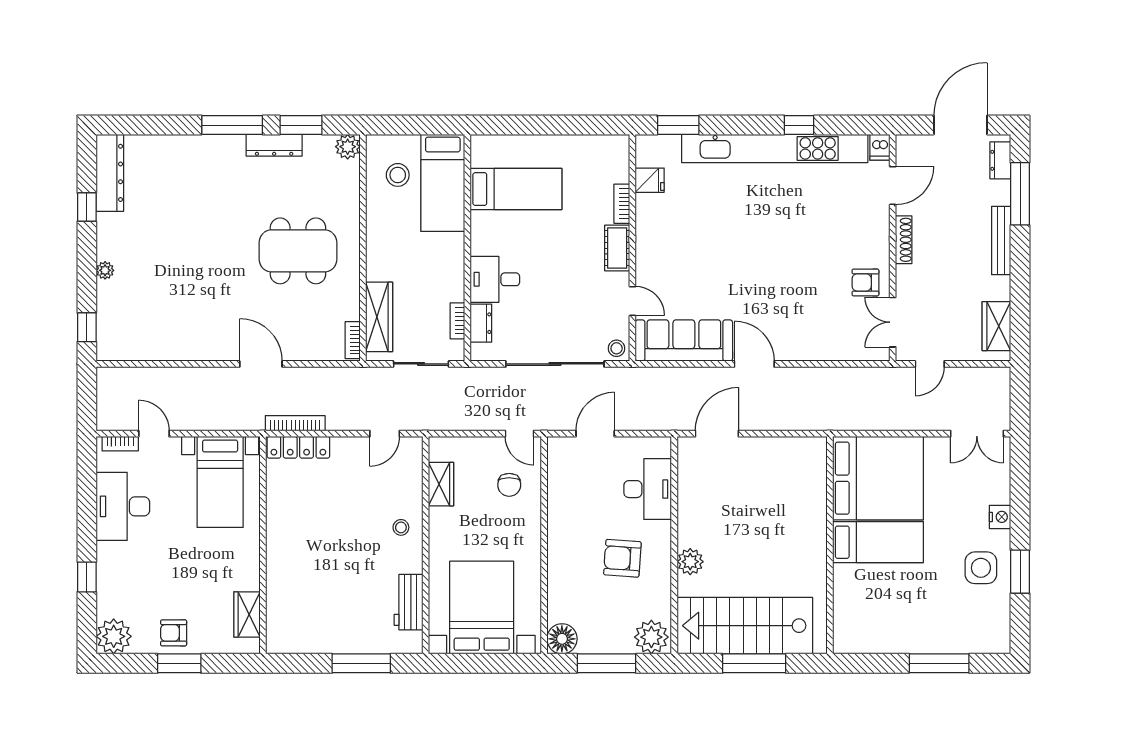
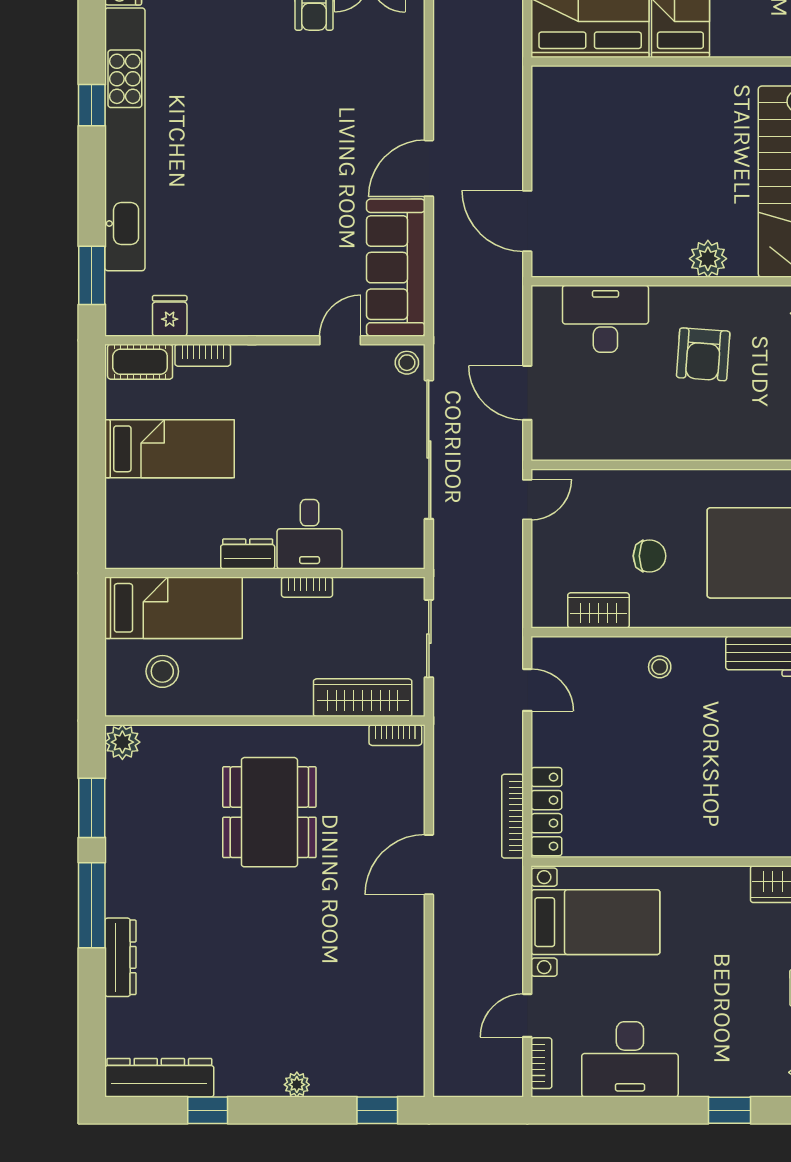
dresser: (274, 145) -> (120, 957), moved
bed: (516, 189) -> (170, 449), moved, turned 90
cot: (617, 248) -> (140, 362), moved
bookcase: (457, 321) -> (307, 587), moved
dresser: (481, 323) -> (248, 554), moved
chair: (509, 485) -> (650, 556), moved

